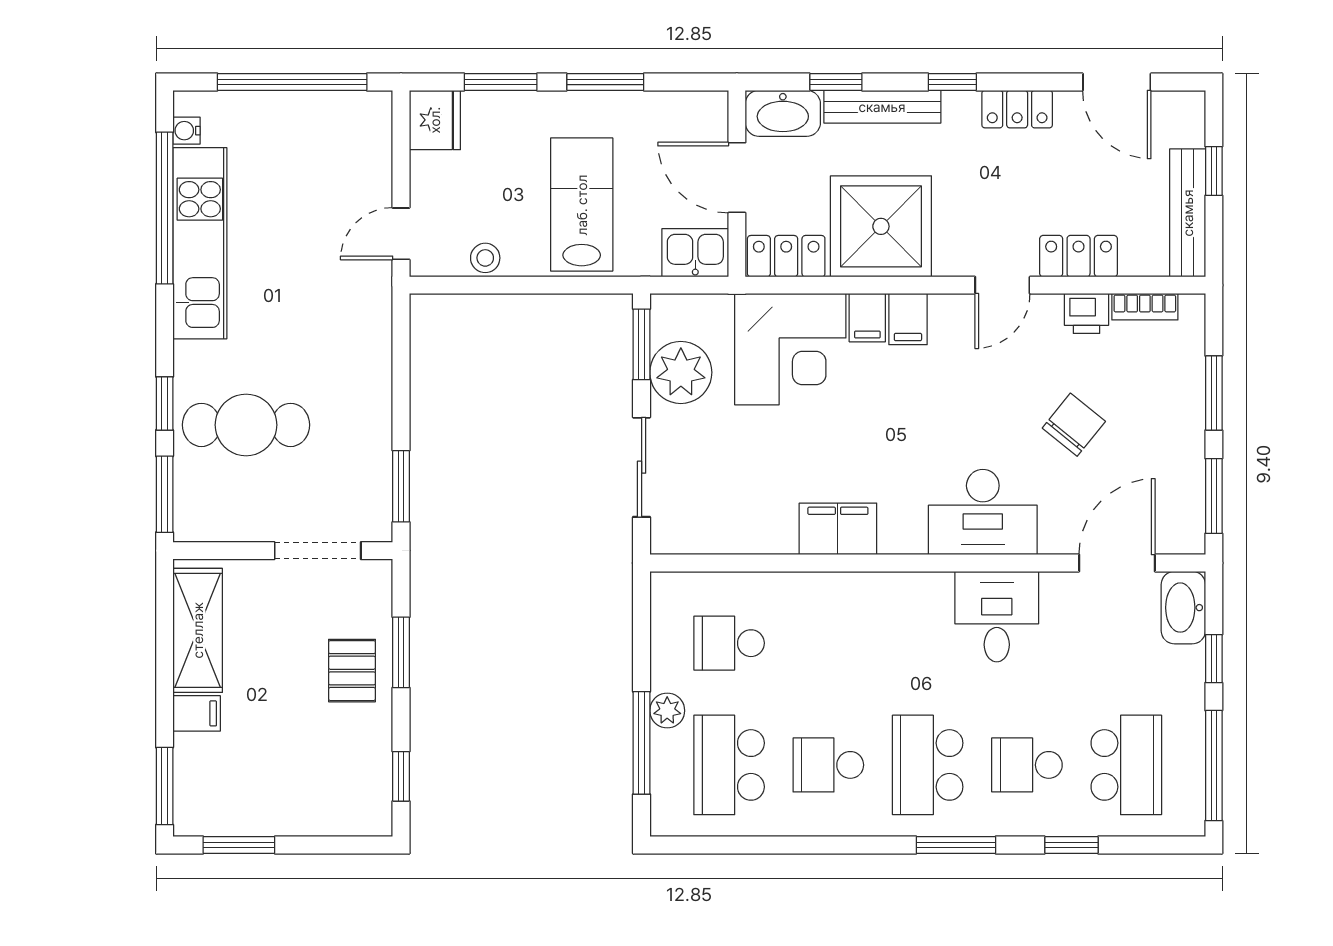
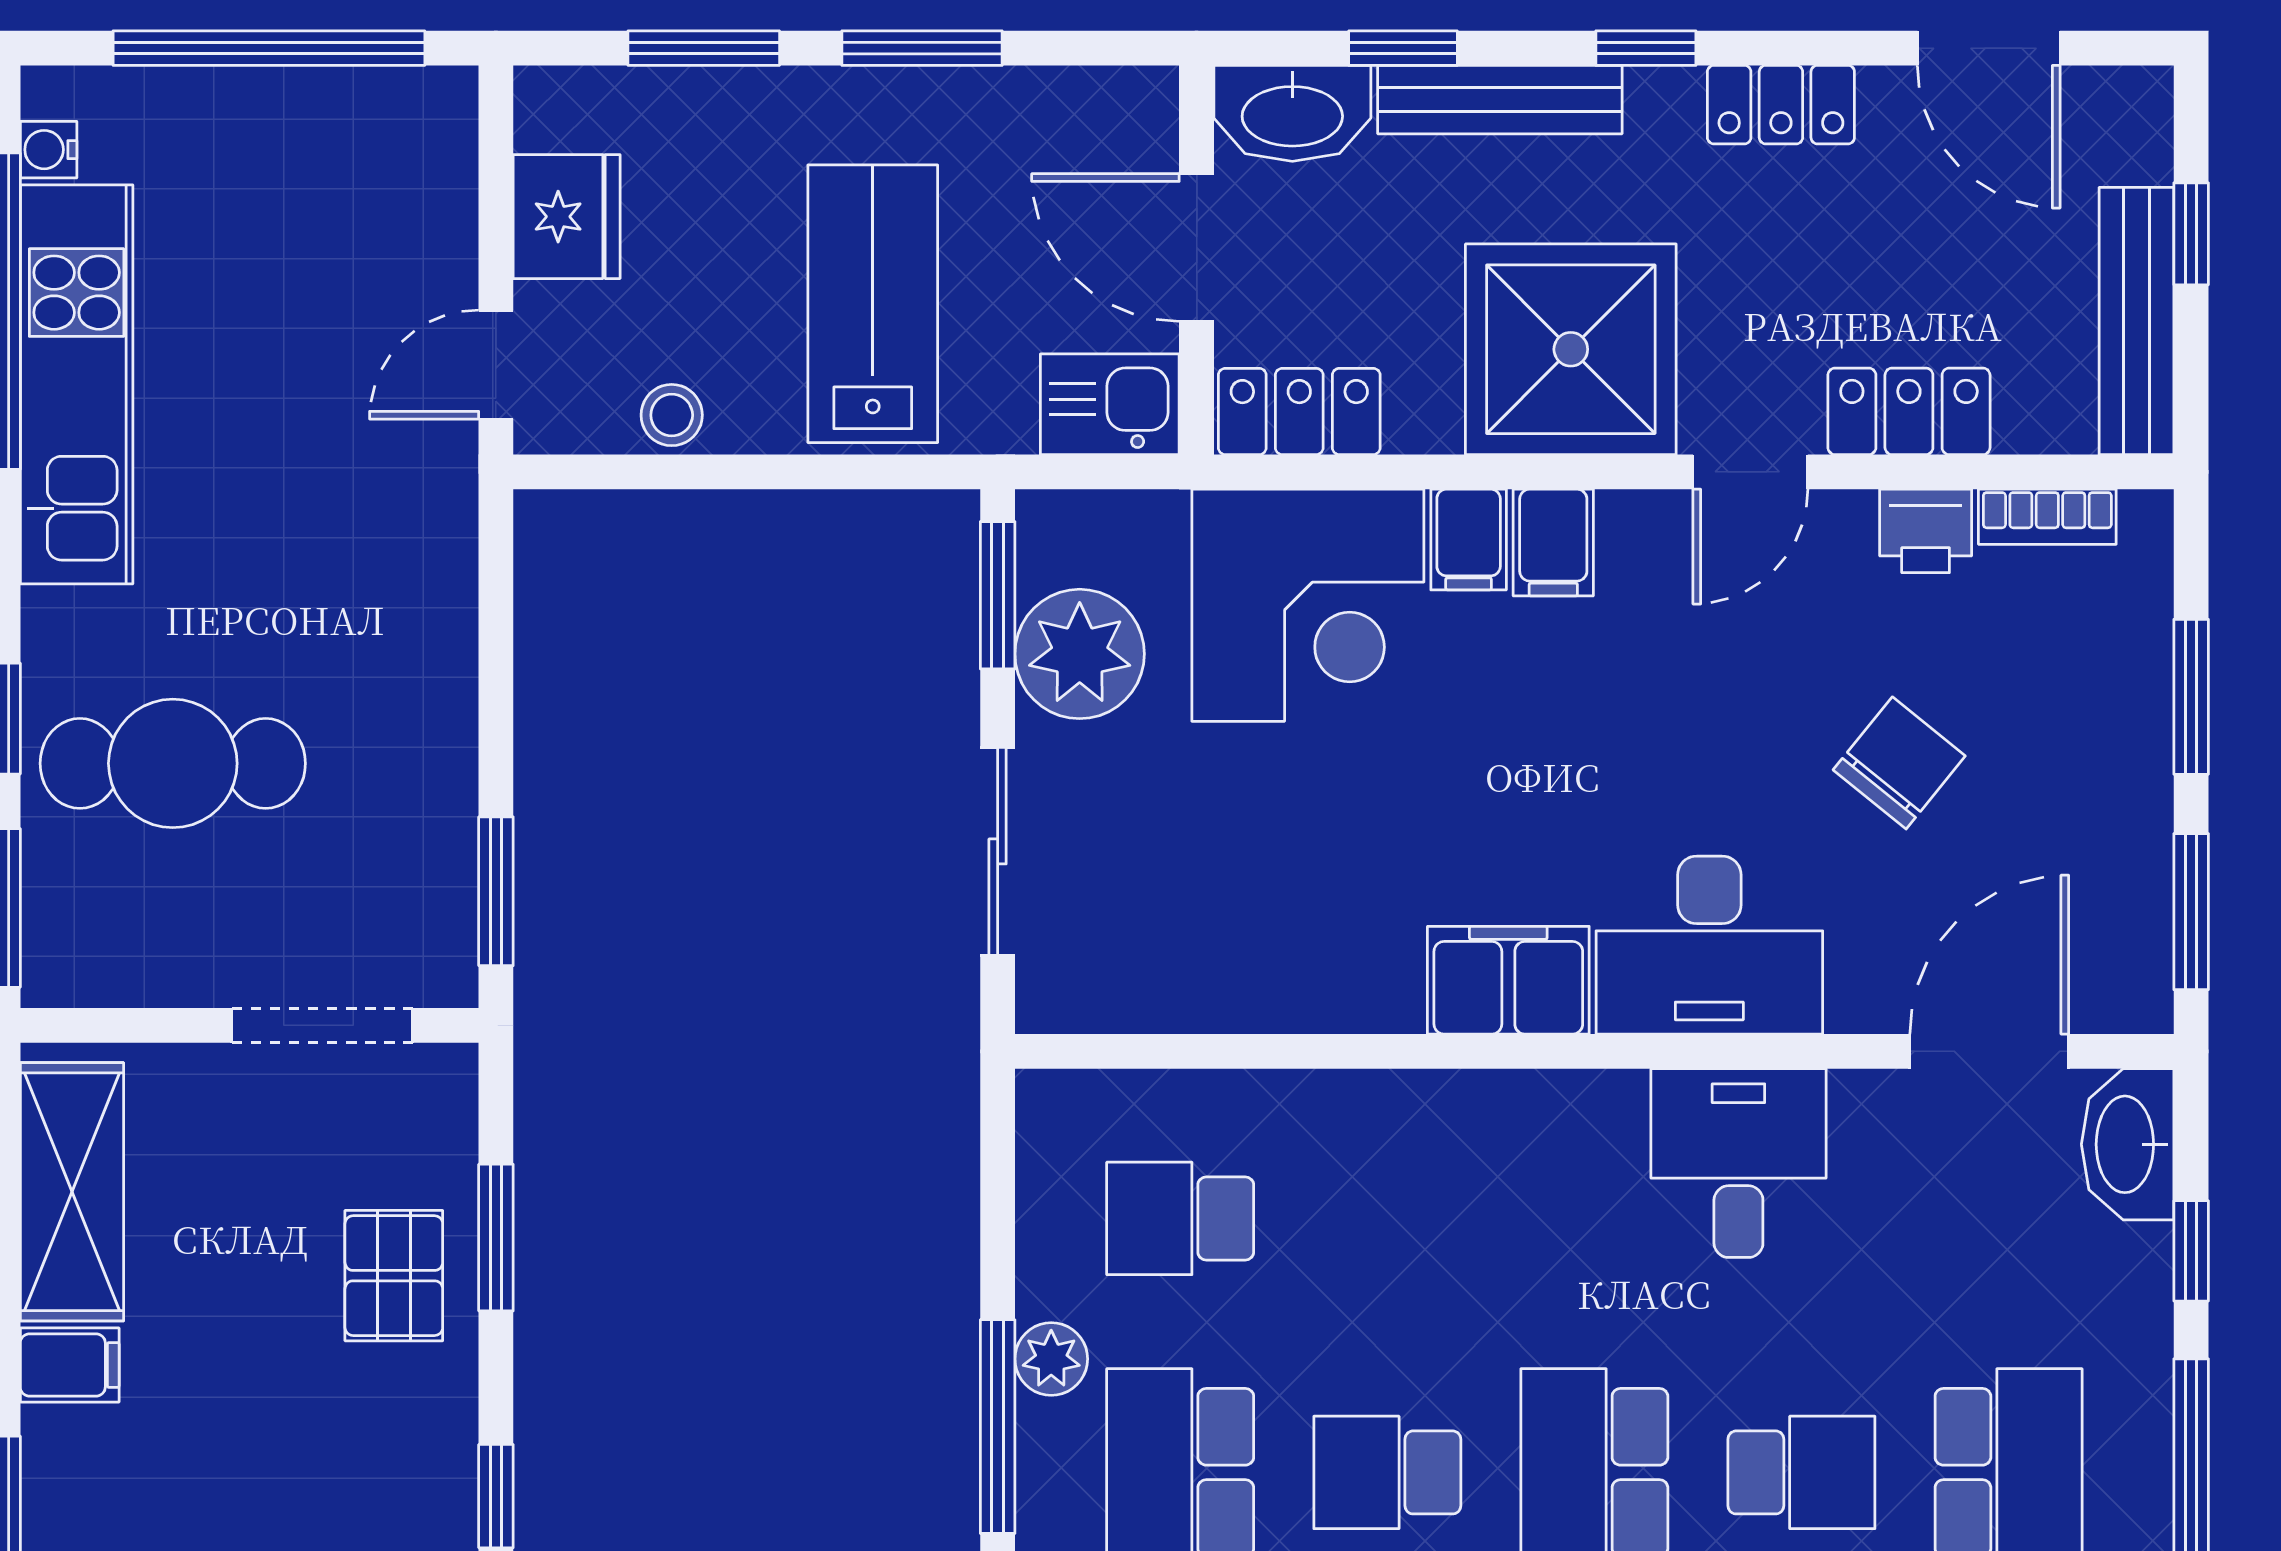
fridge: (435, 120) -> (567, 217), moved
shower: (881, 226) -> (1571, 349), moved
filing cabinet: (838, 529) -> (1508, 980), moved
school desk: (1027, 765) -> (1801, 1472), turned 180

